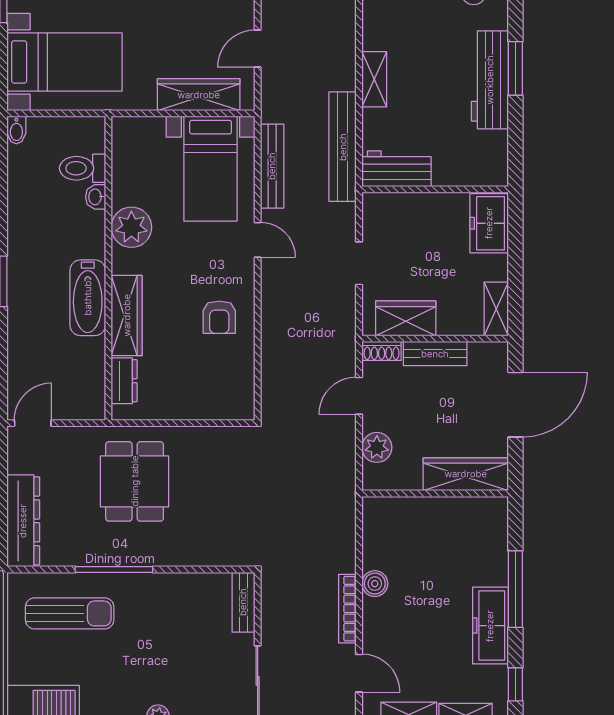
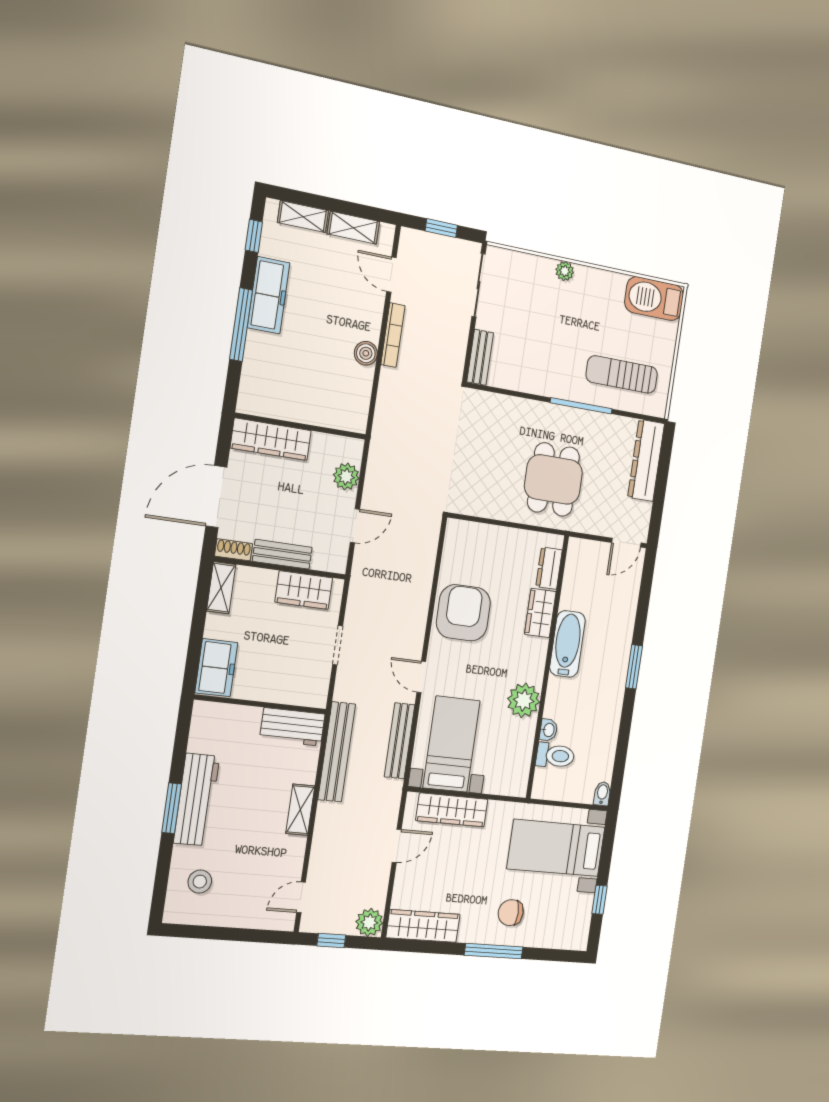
wardrobe: (127, 315) -> (540, 613), width x0.67
armchair: (219, 317) -> (463, 613), width x1.88, depth x1.88
shoe rack: (382, 351) -> (234, 550), moved

